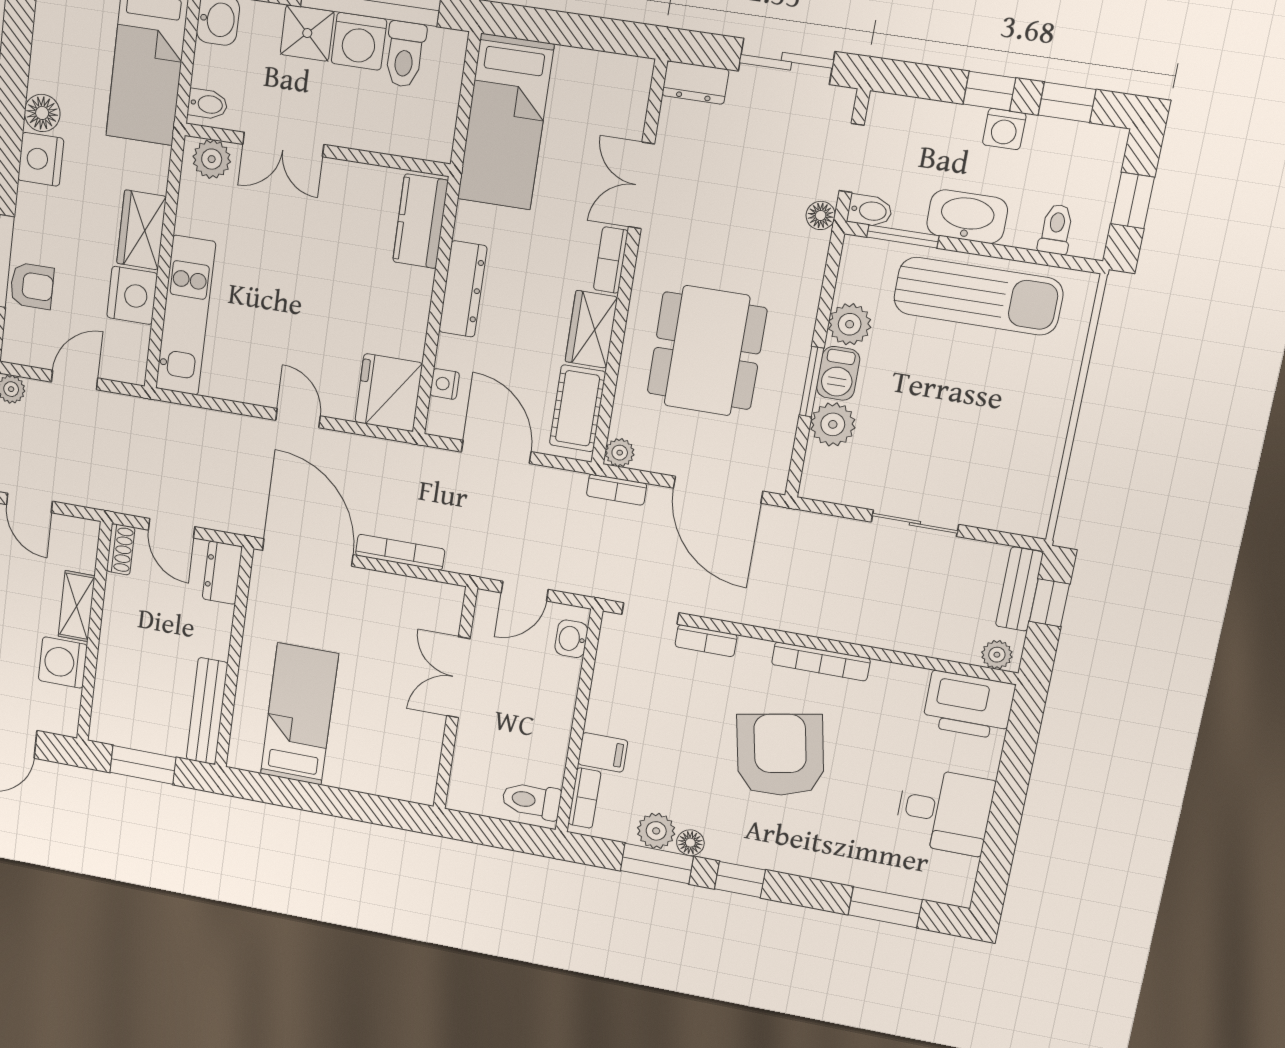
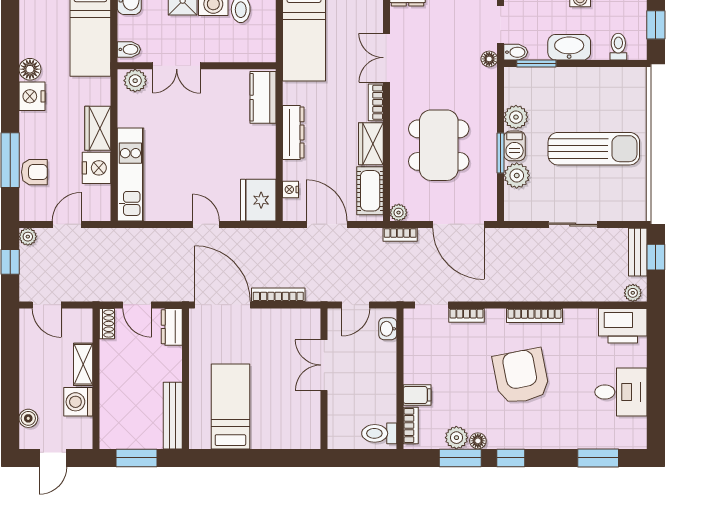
sun lounger: (978, 296) -> (594, 149), moved

